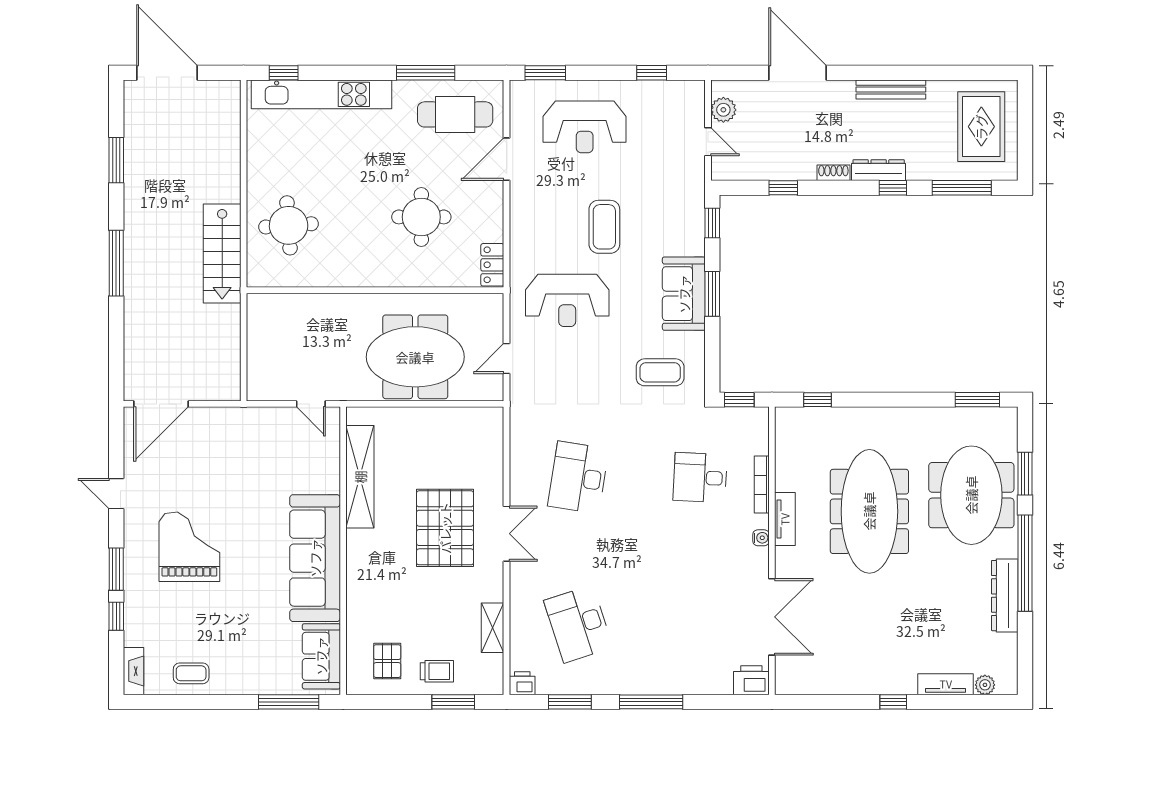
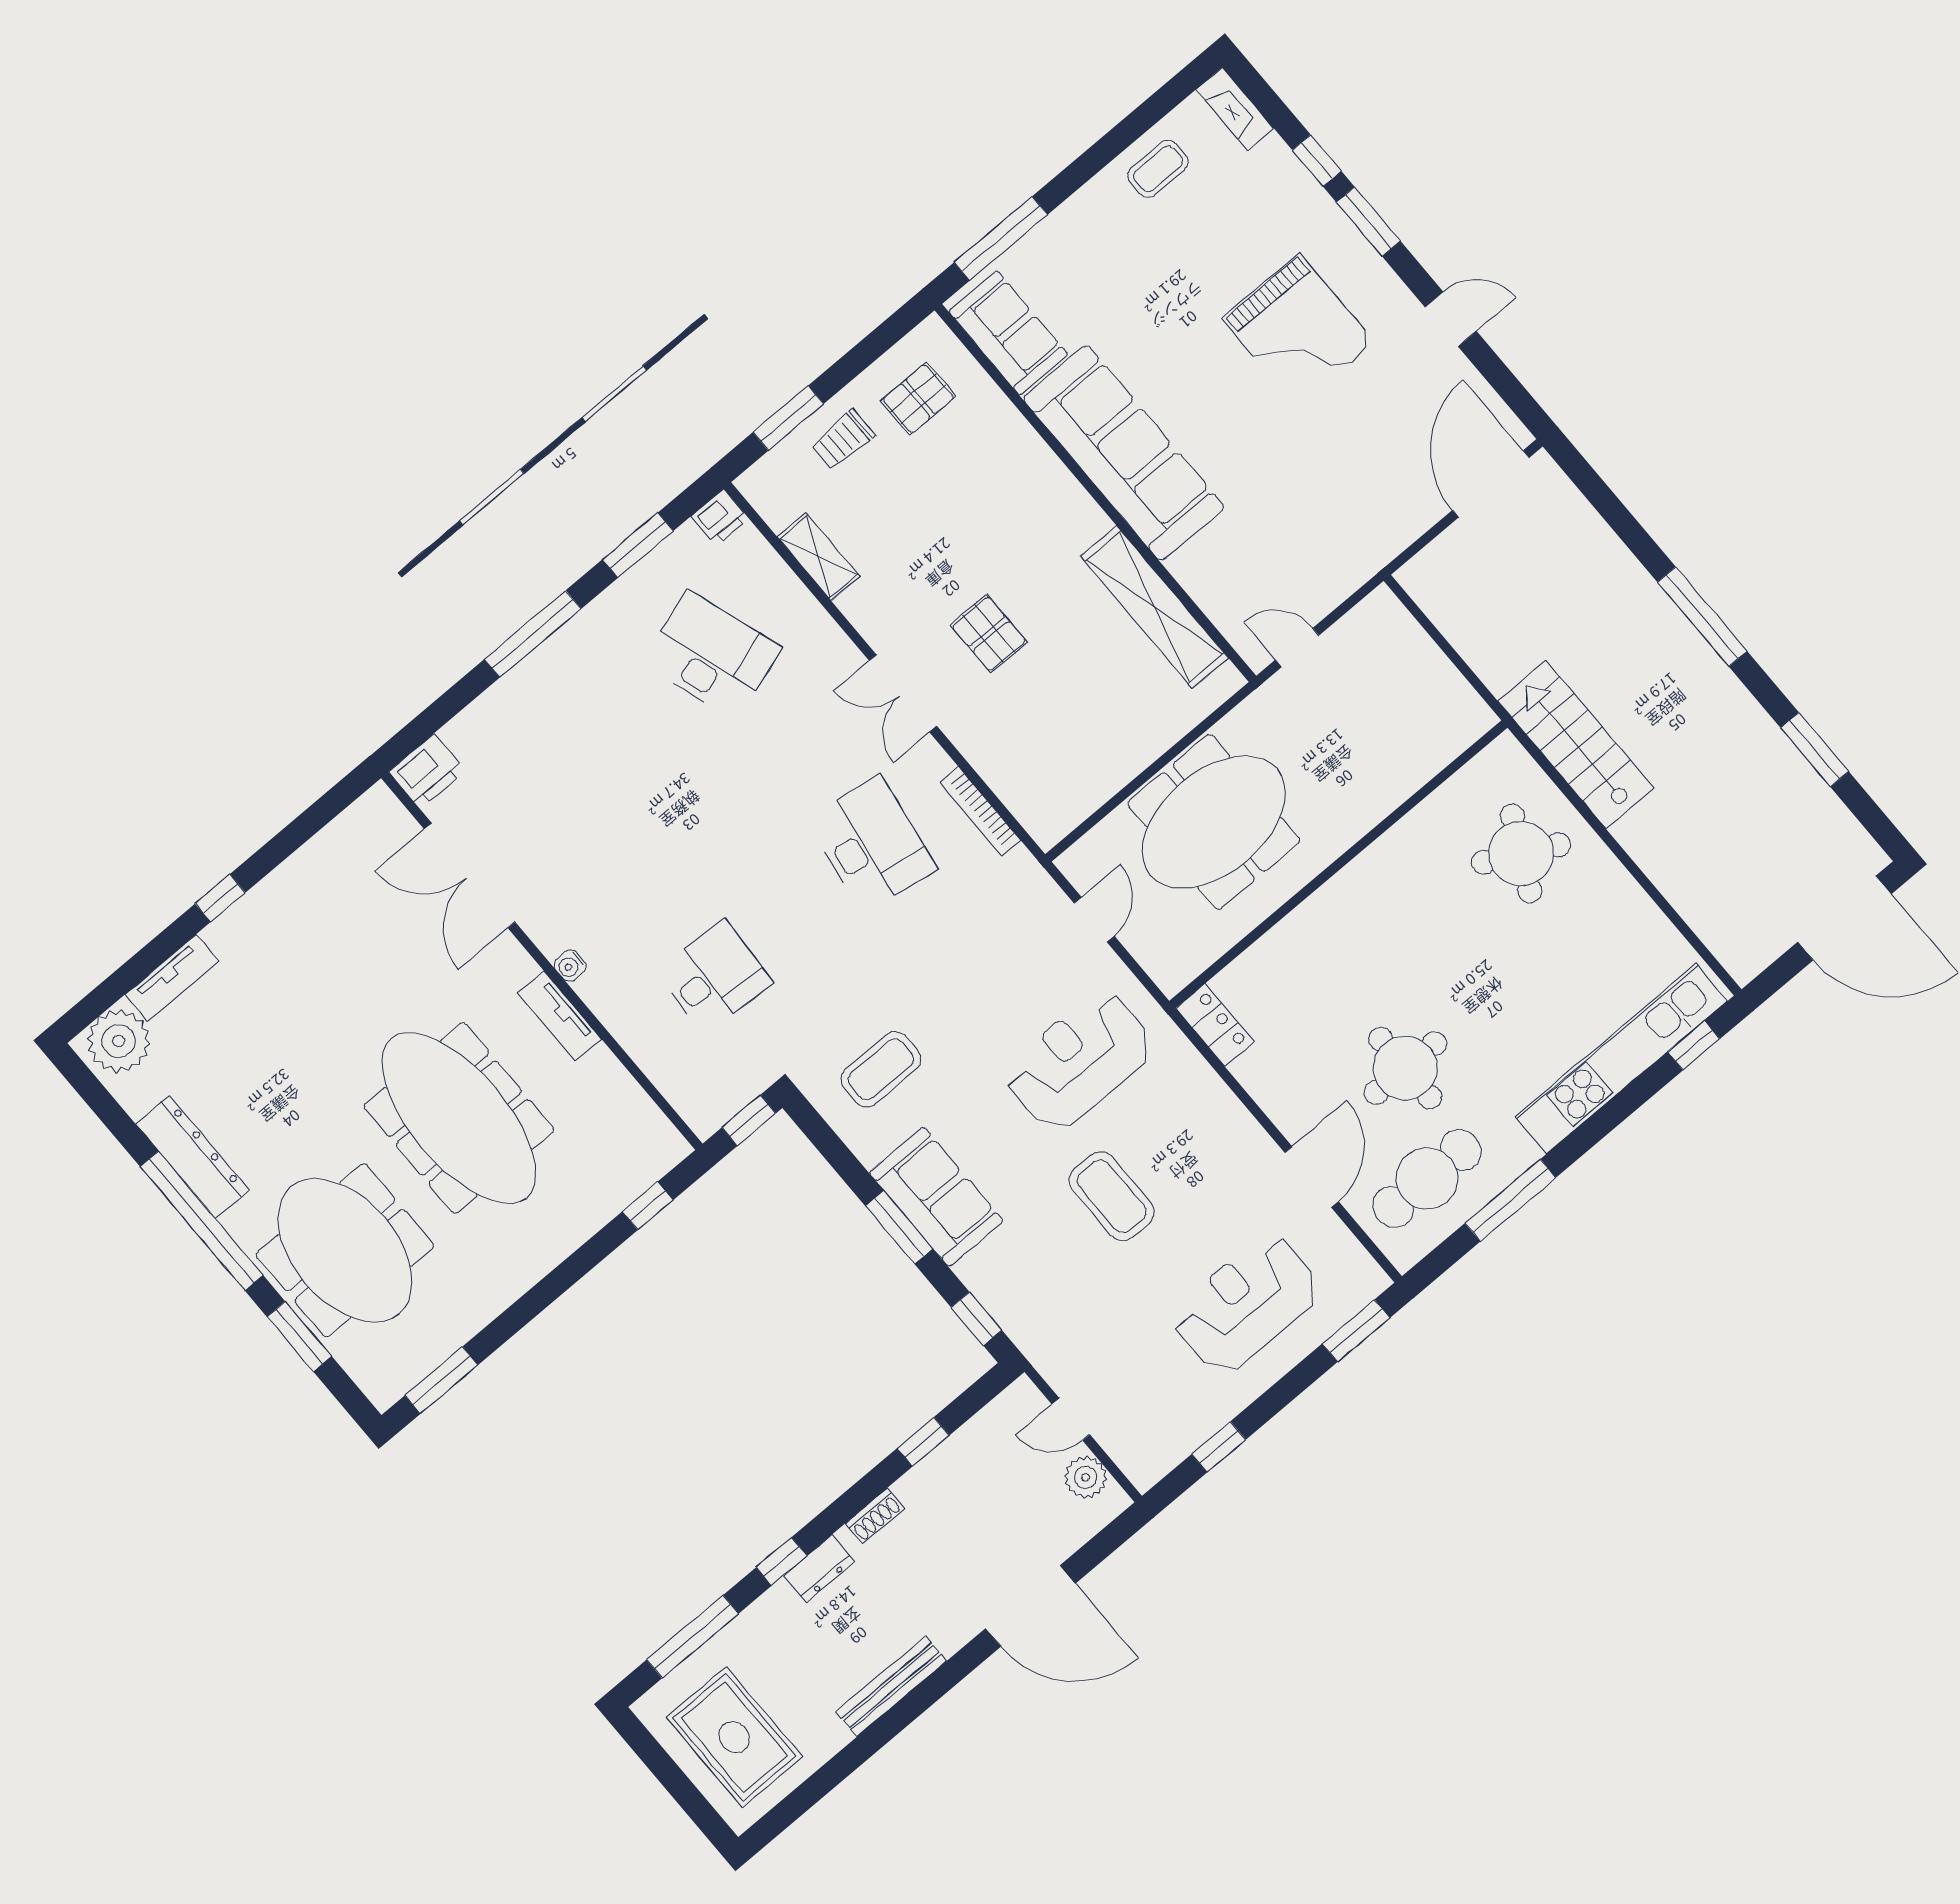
dresser: (879, 170) -> (819, 1569), width x0.70
round table: (421, 217) -> (1405, 1068), moved
round table: (289, 225) -> (1521, 854), turned 31
bookcase: (762, 485) -> (980, 811), moved, turned 180
pallet: (445, 528) -> (989, 634), width x0.49, depth x0.50
pallet: (387, 661) -> (918, 399), turned 90
plant: (985, 685) -> (119, 1041), width x1.88, depth x1.88

